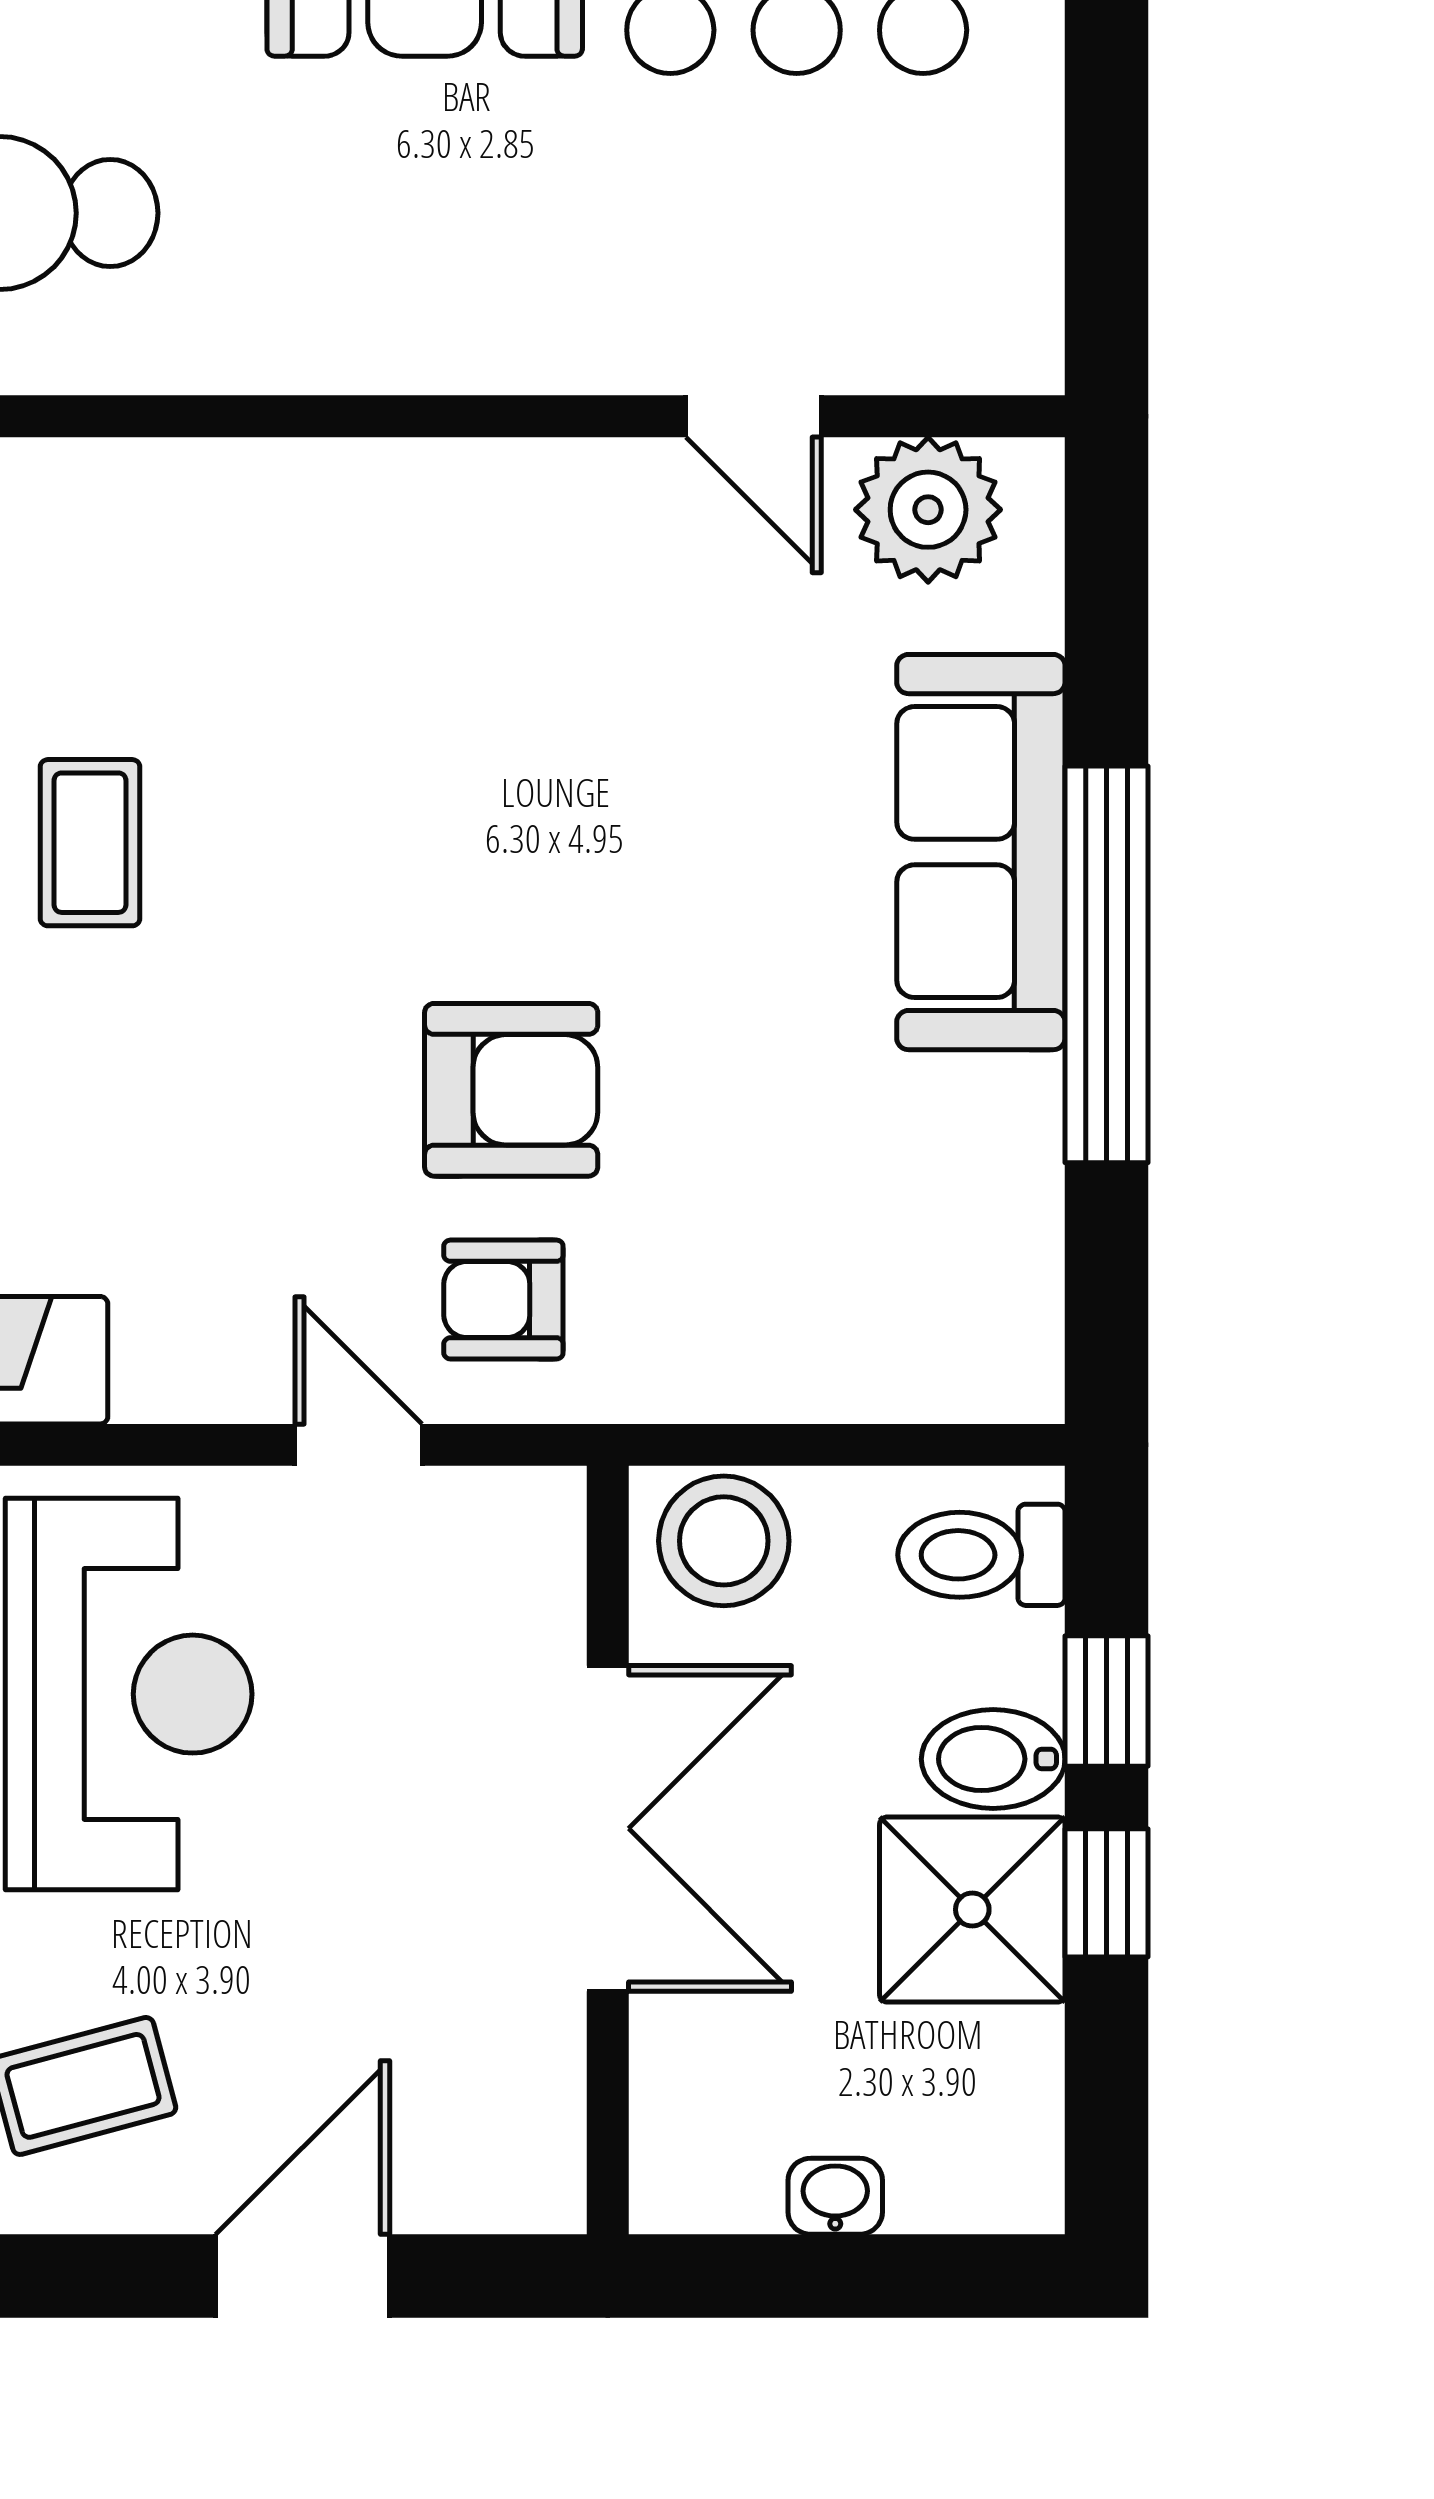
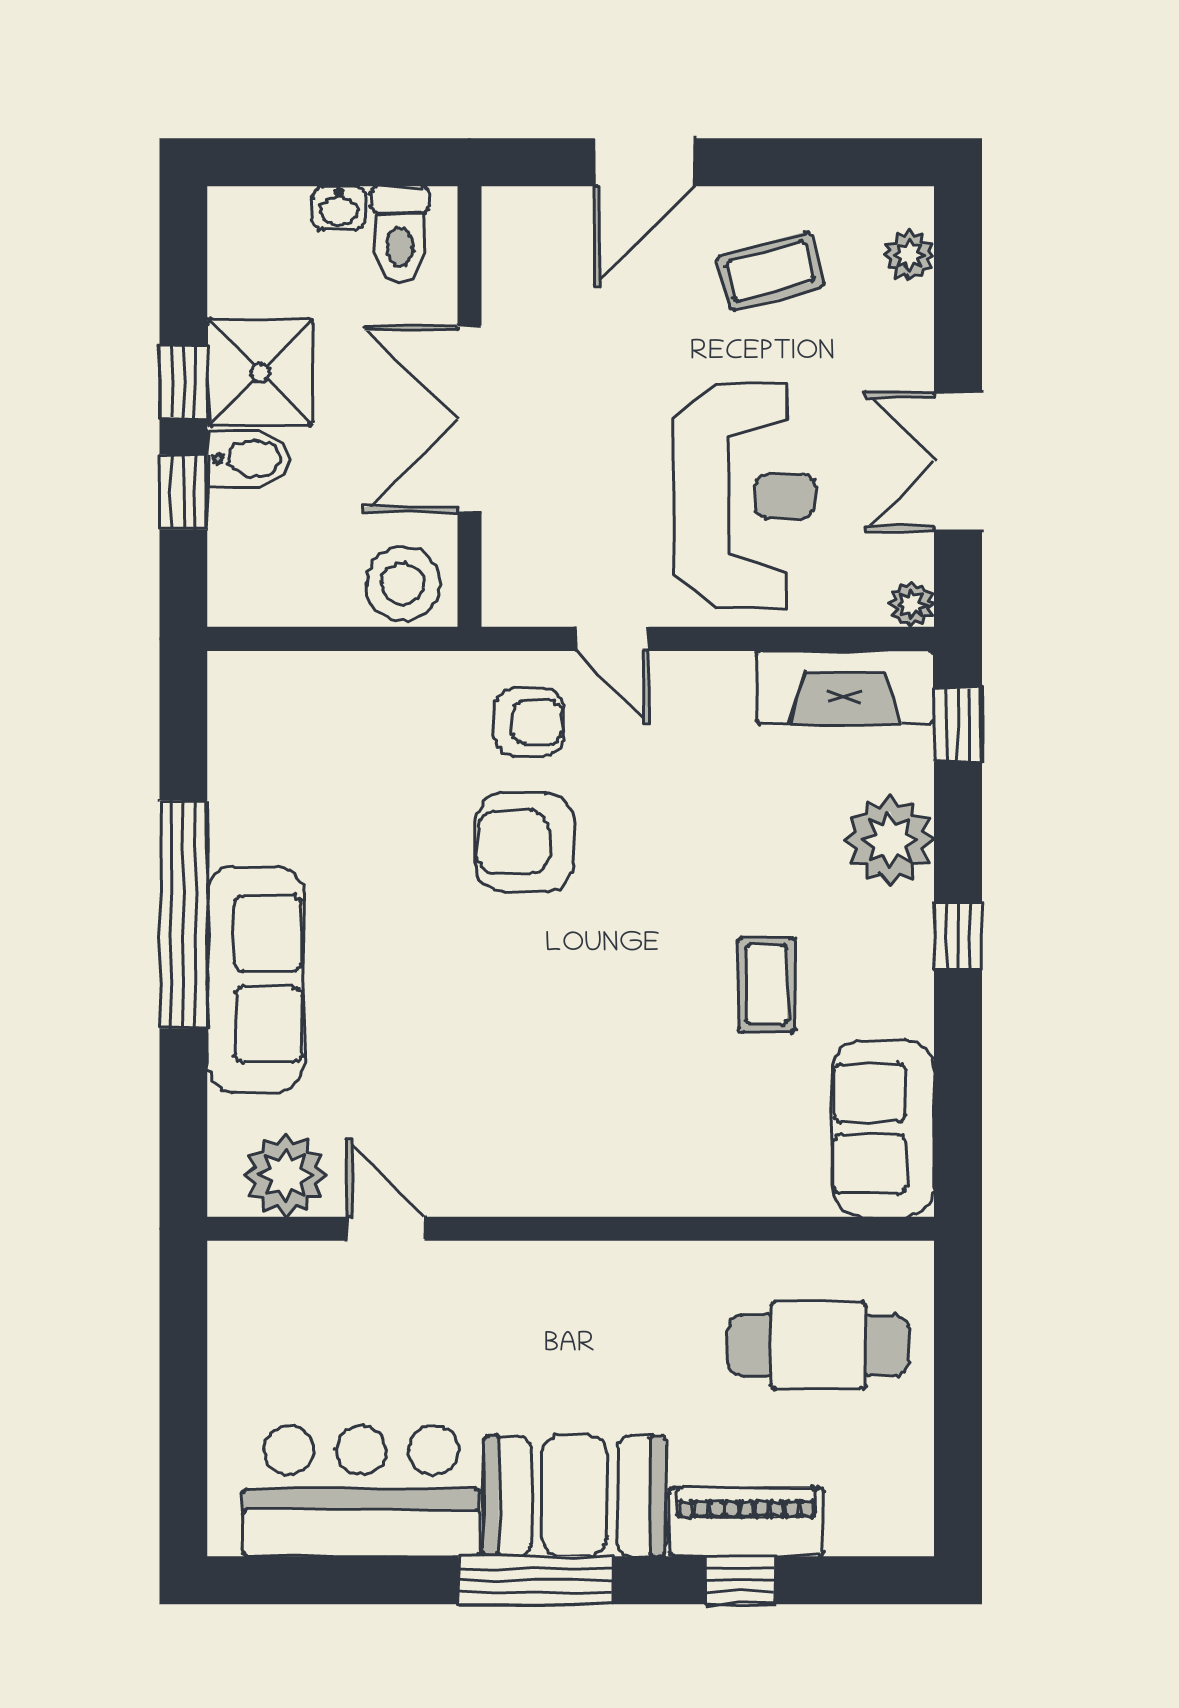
toilet: (981, 1555) -> (400, 234), moved, turned 90
reception desk: (129, 1694) -> (744, 496), turned 180

